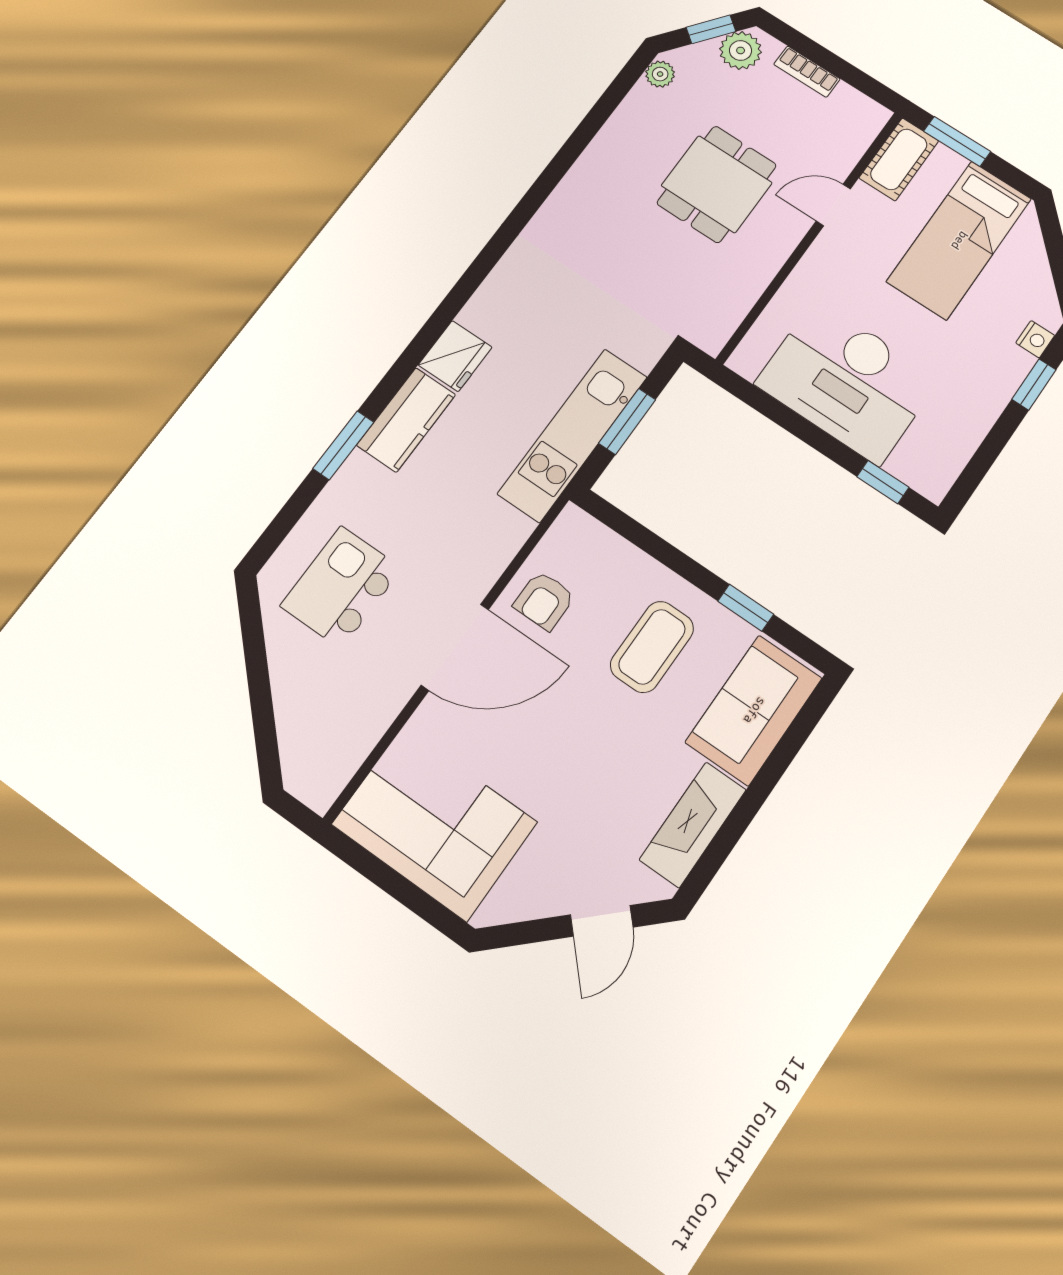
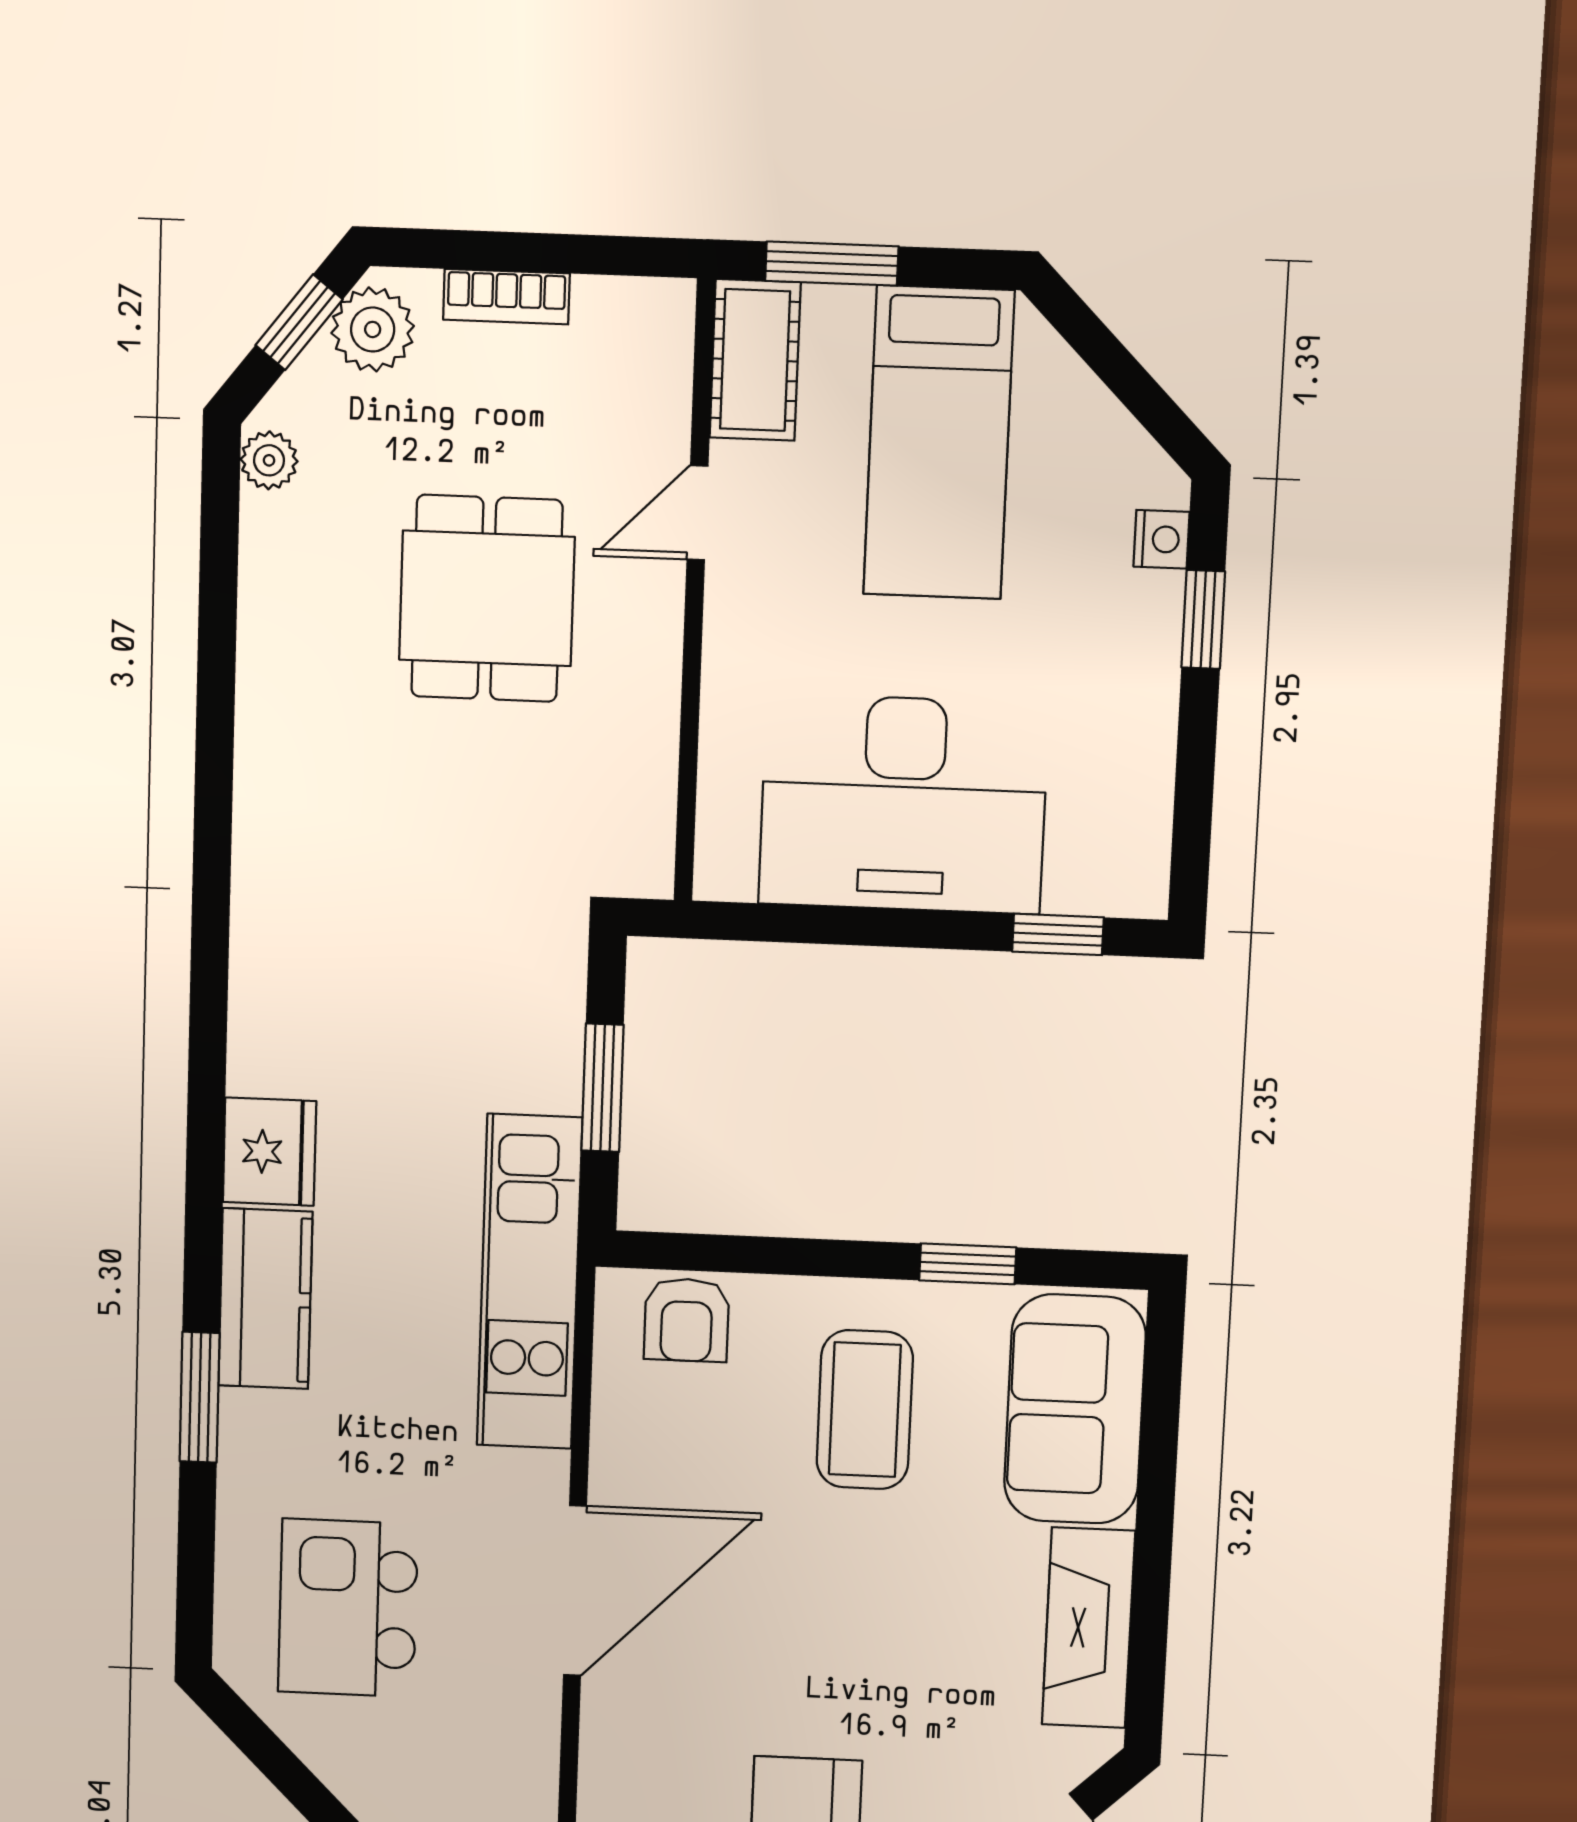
kitchen unit: (573, 435) -> (529, 1282), moved
armchair: (544, 601) -> (687, 1320), moved

